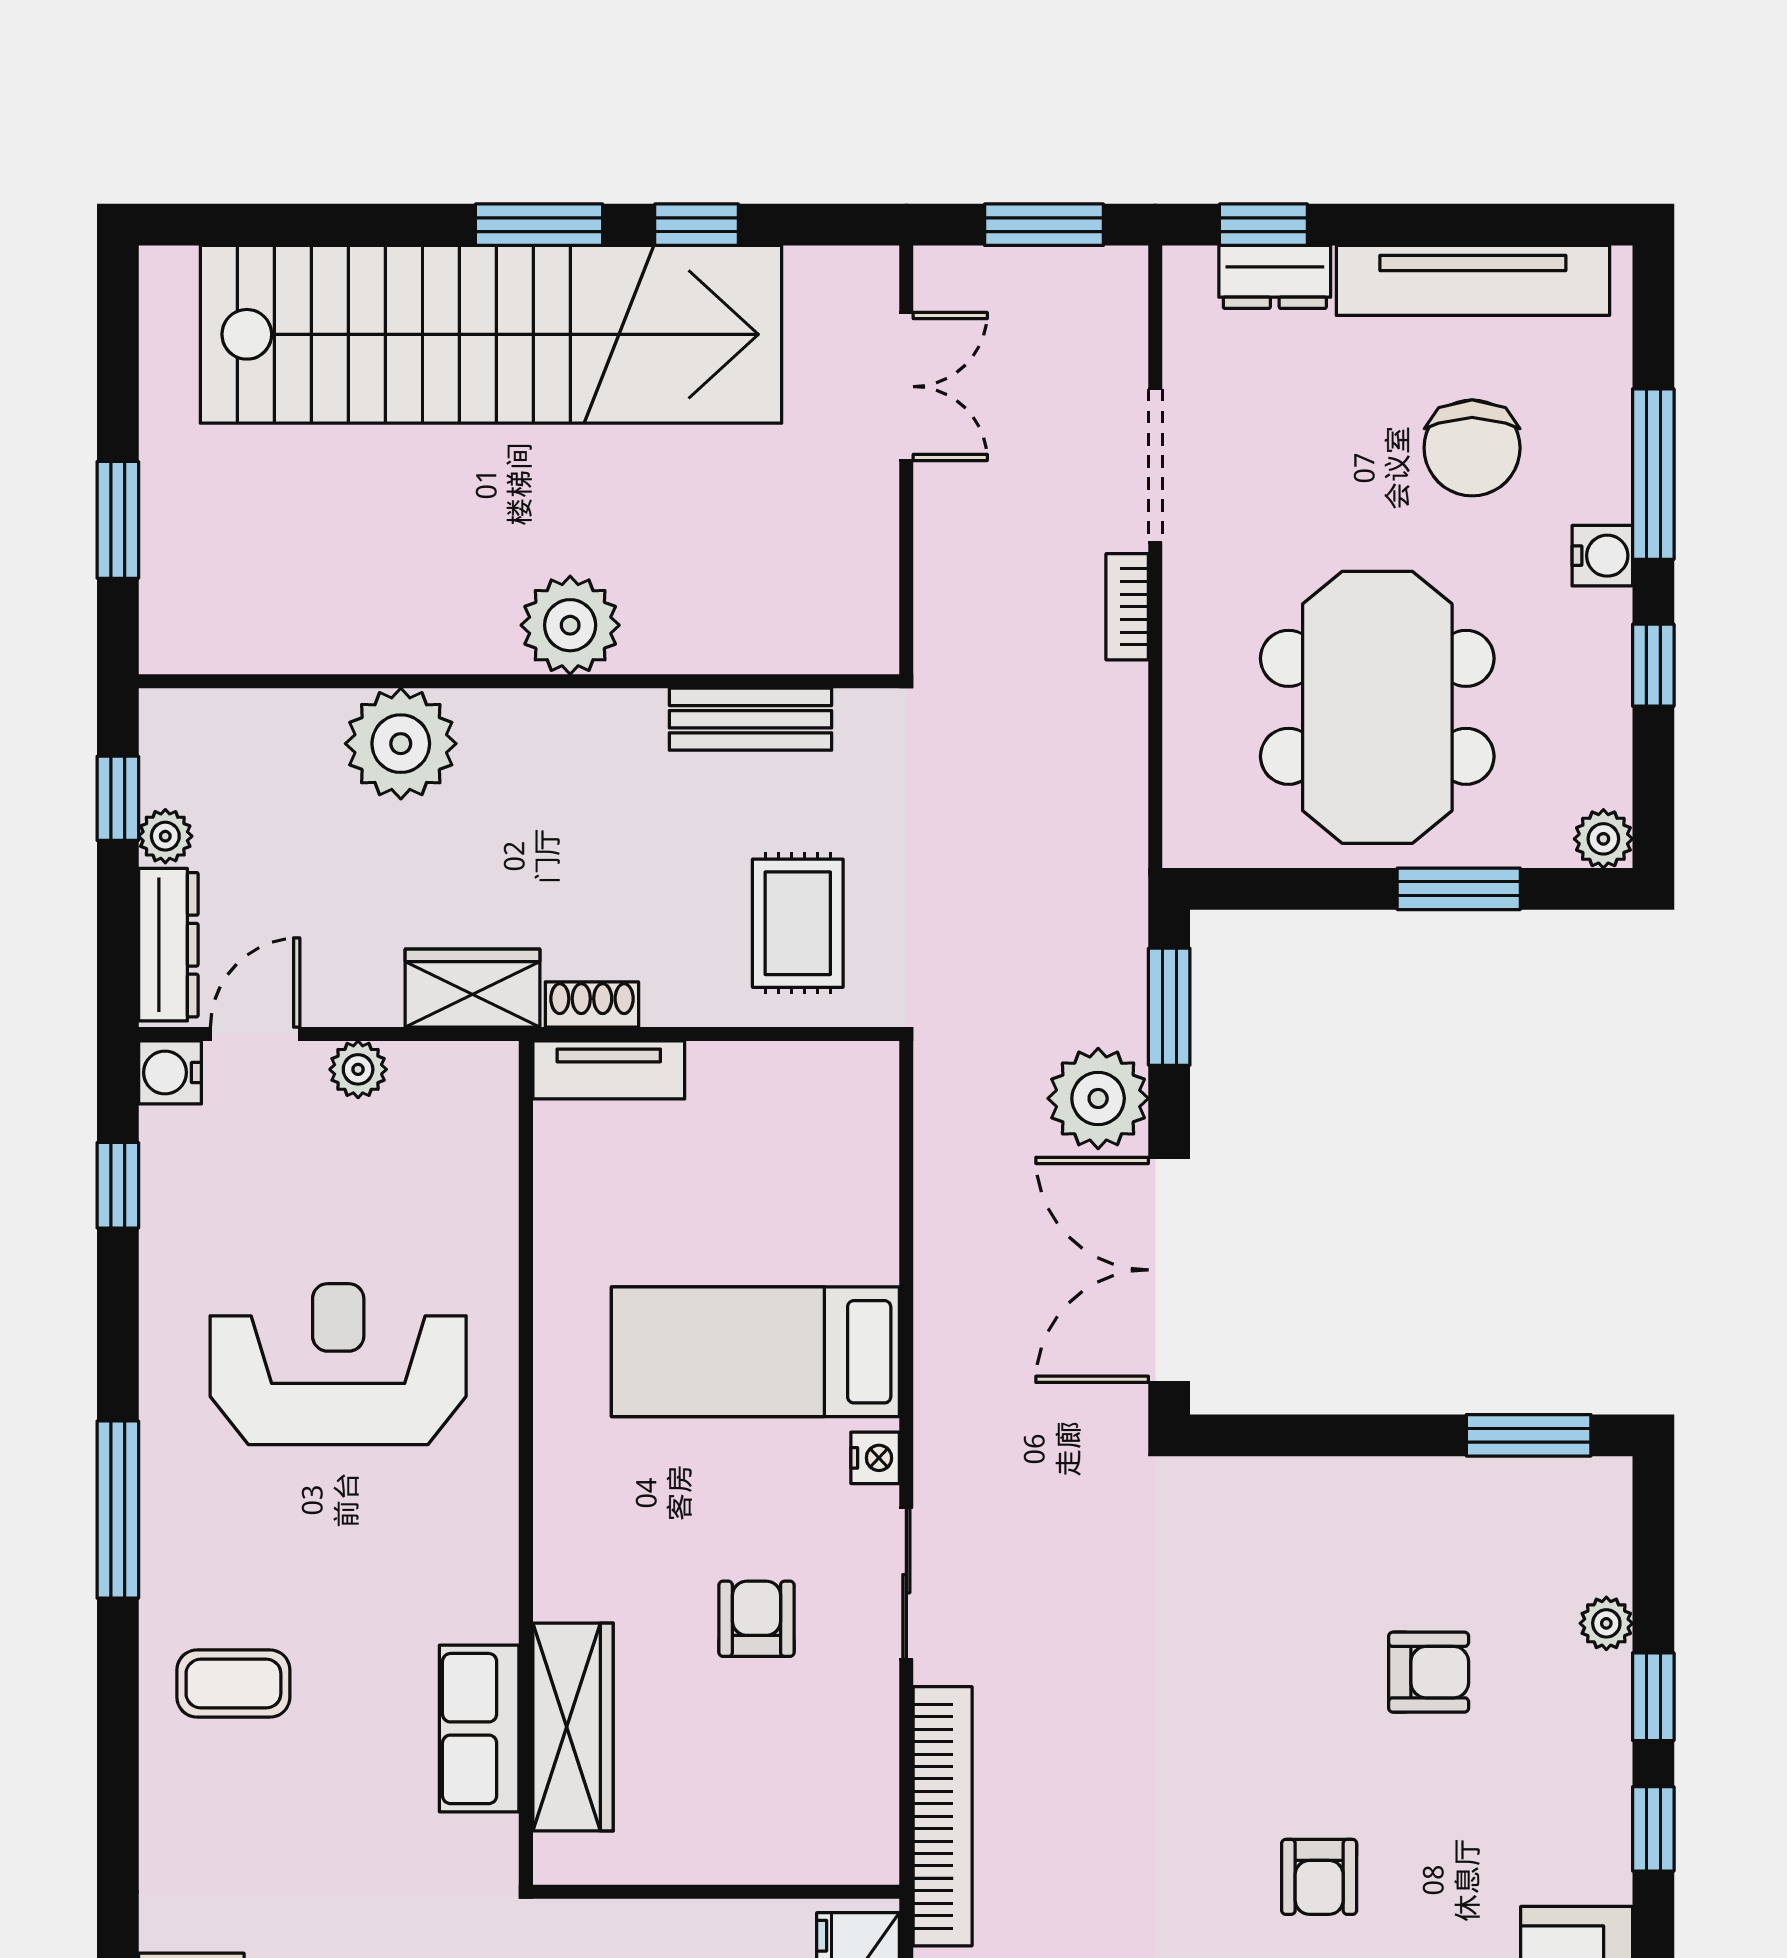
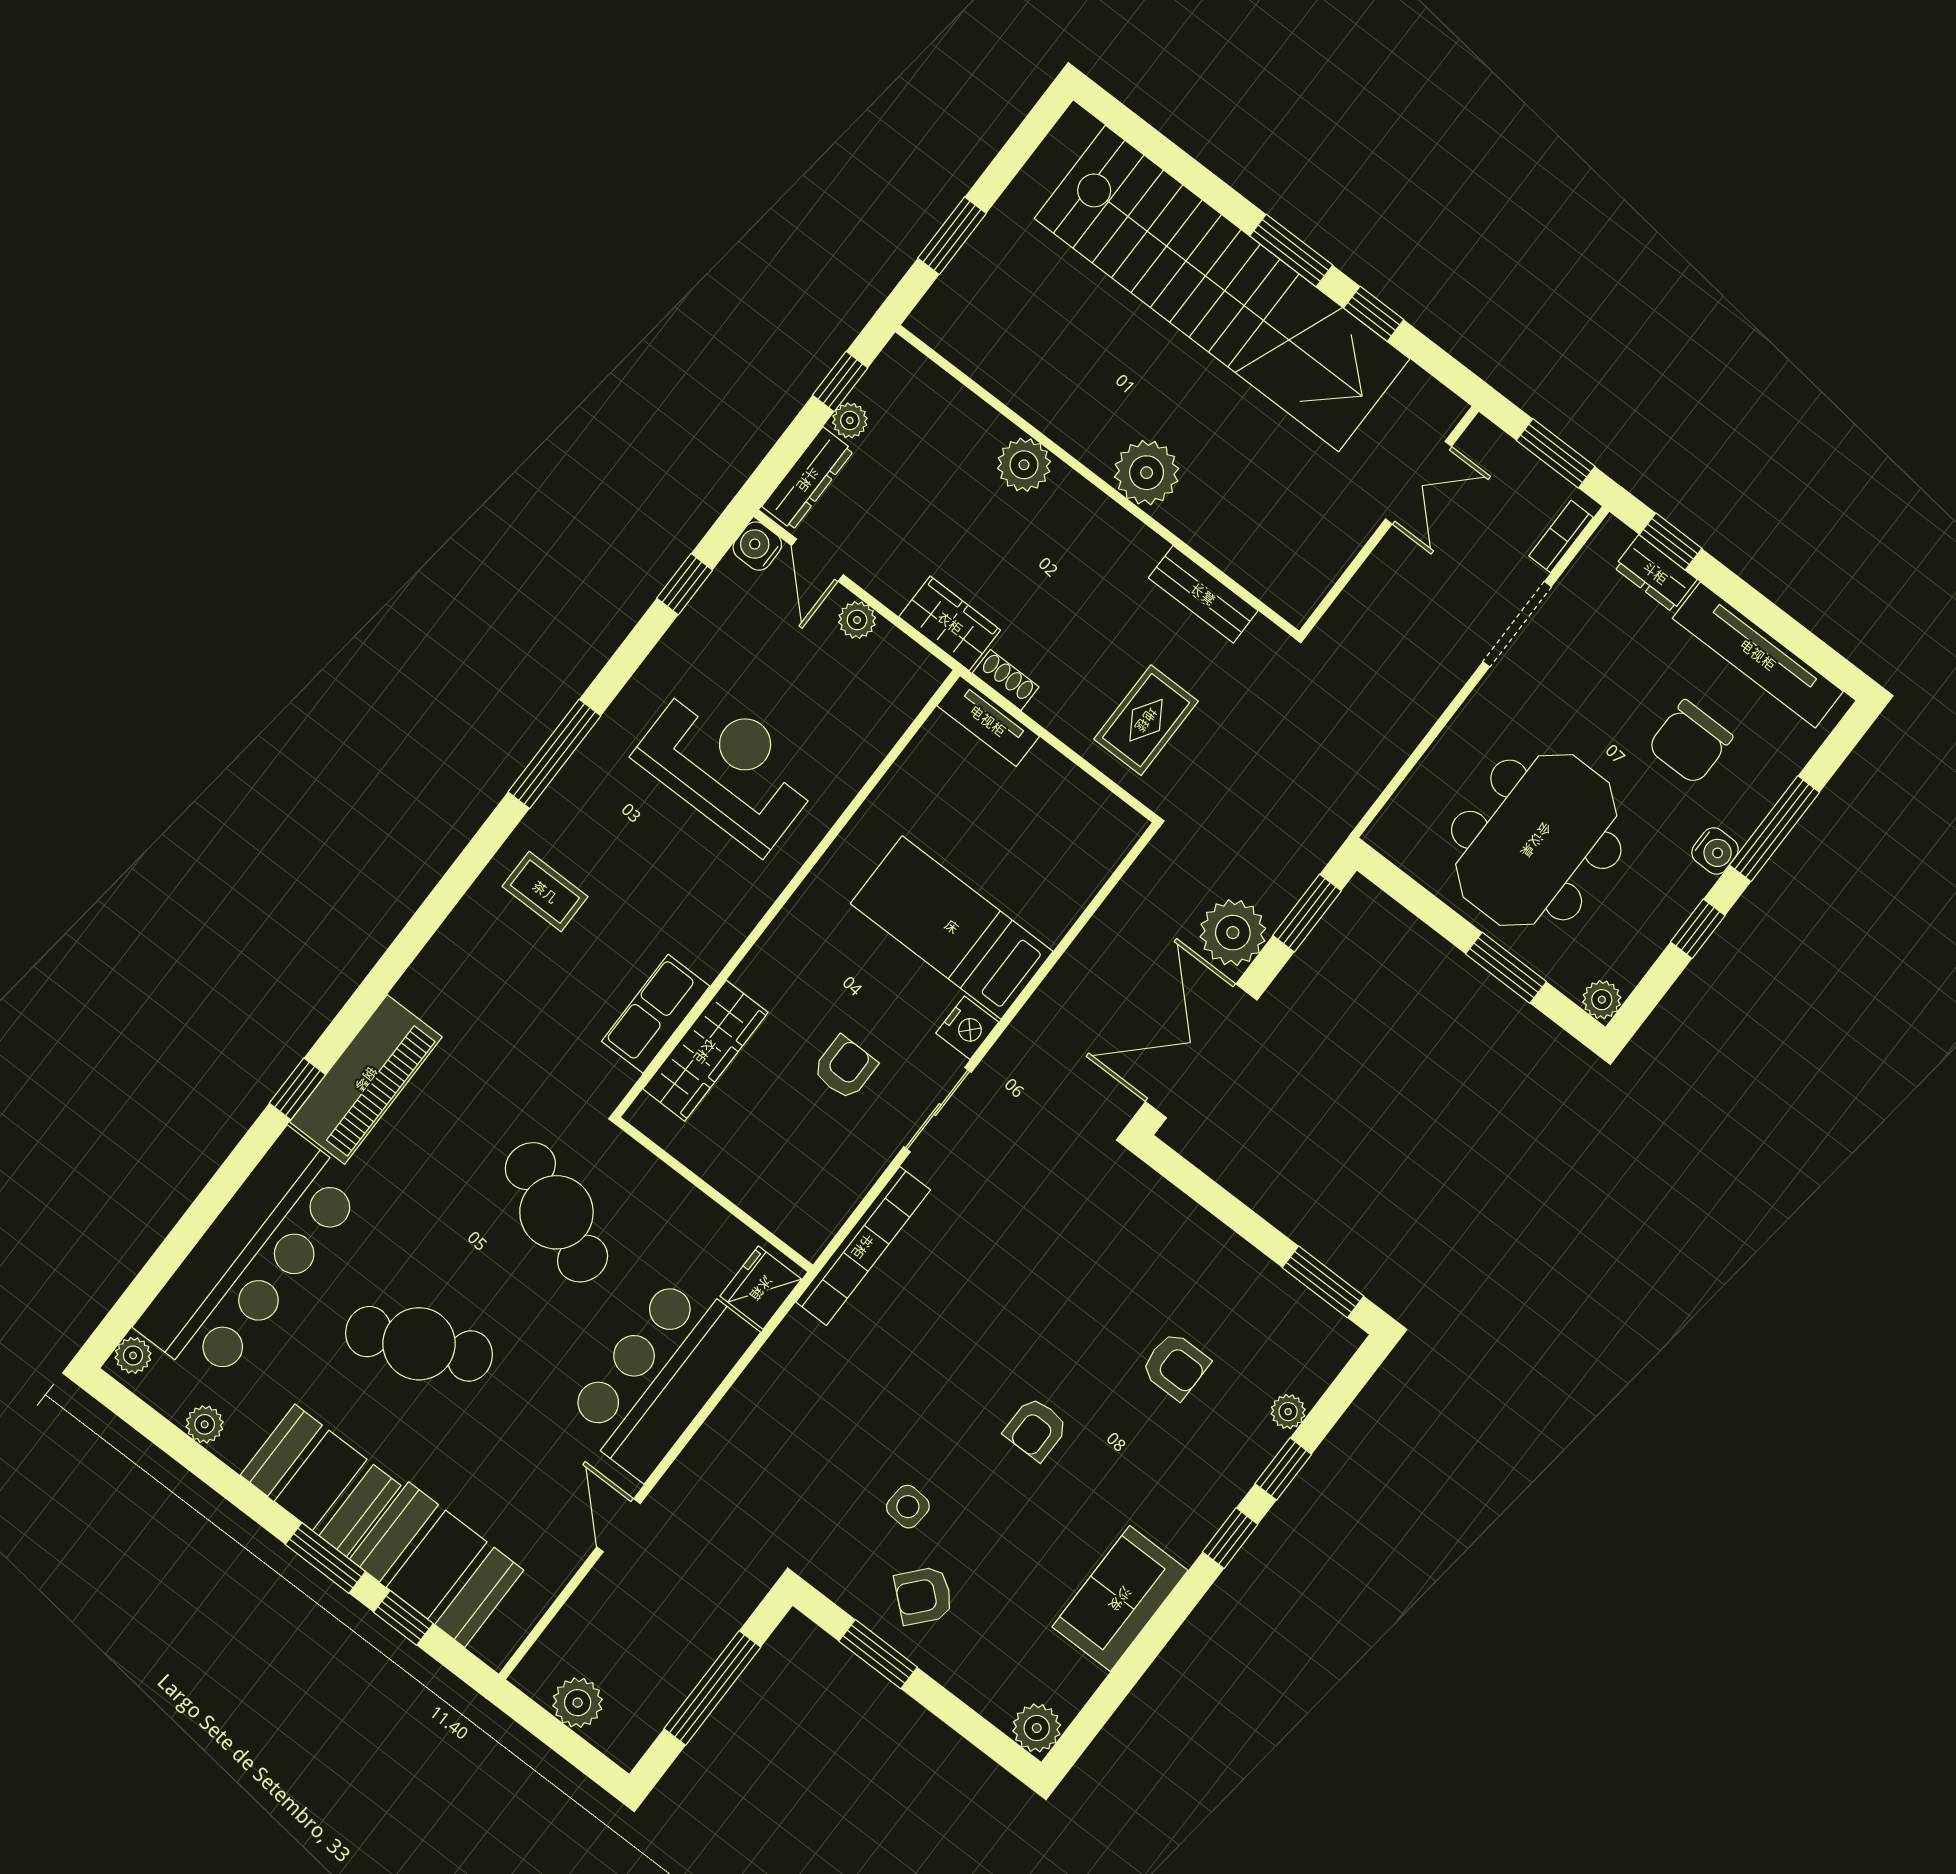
bookcase: (1127, 607) -> (1561, 537), moved
plant: (401, 744) -> (1024, 465), width x0.73, depth x0.73
door: (255, 1034) -> (817, 560), swing flipped
nightstand: (875, 1458) -> (967, 1028), width x1.39, depth x1.35

